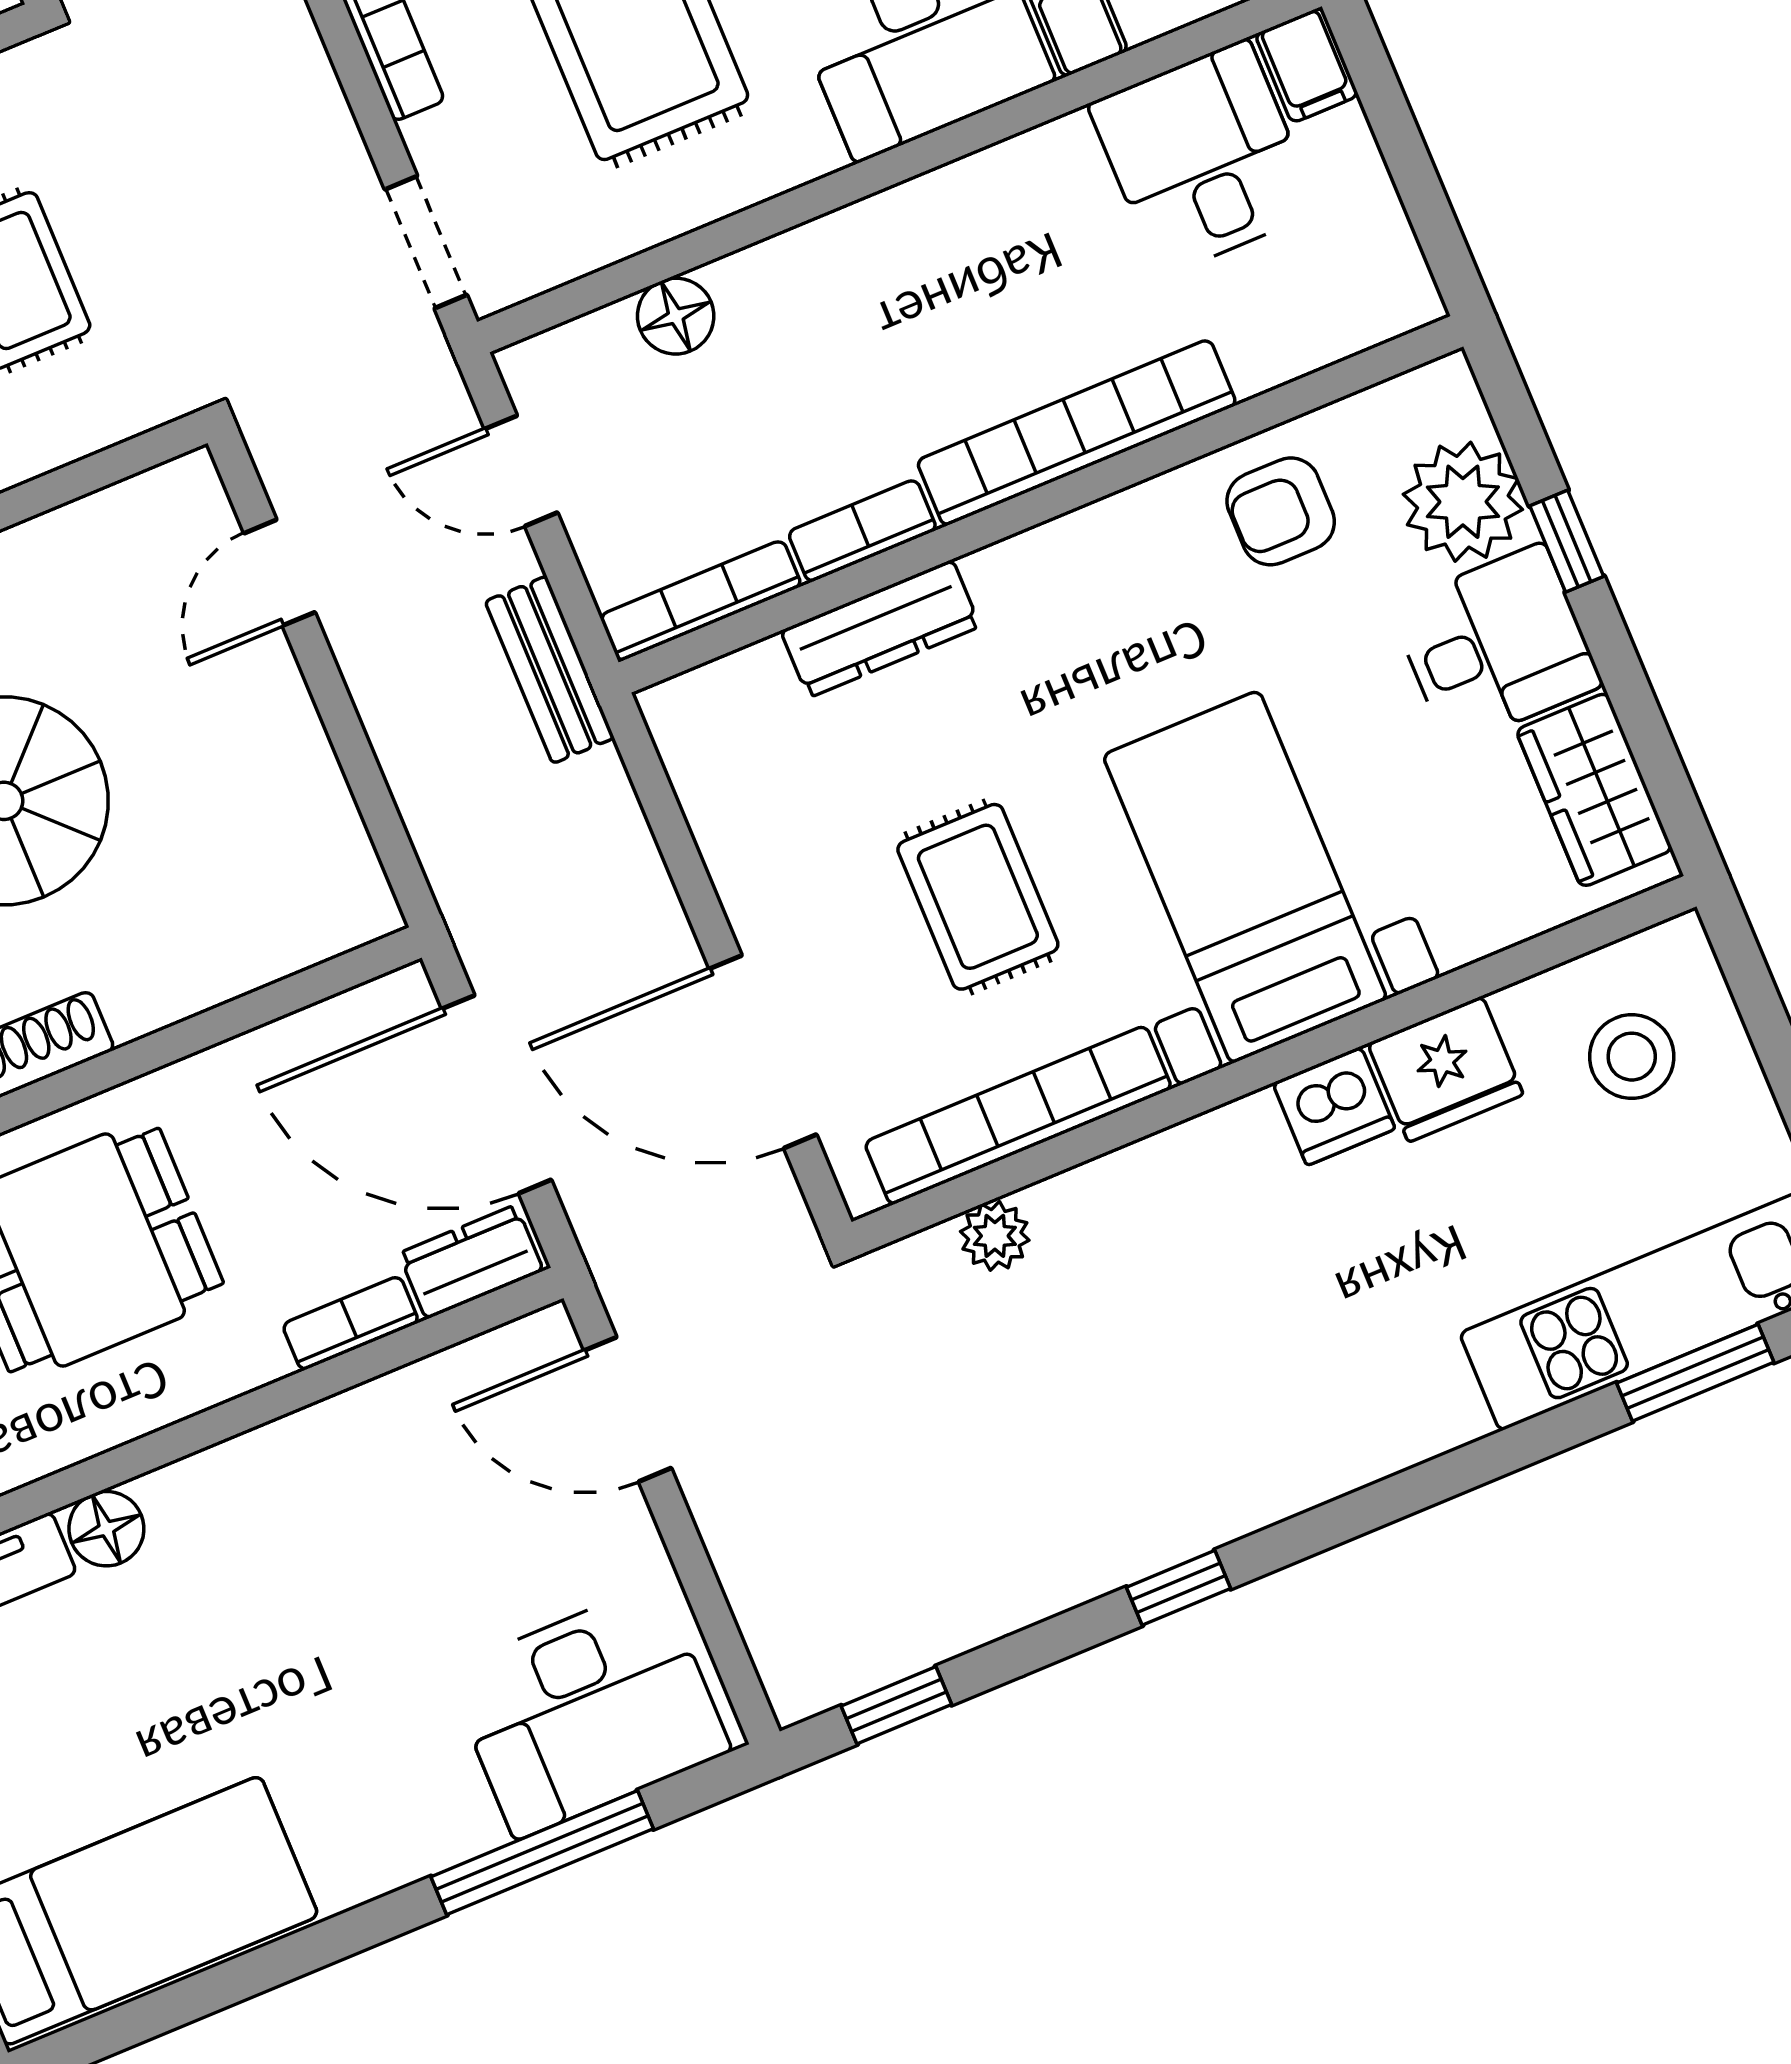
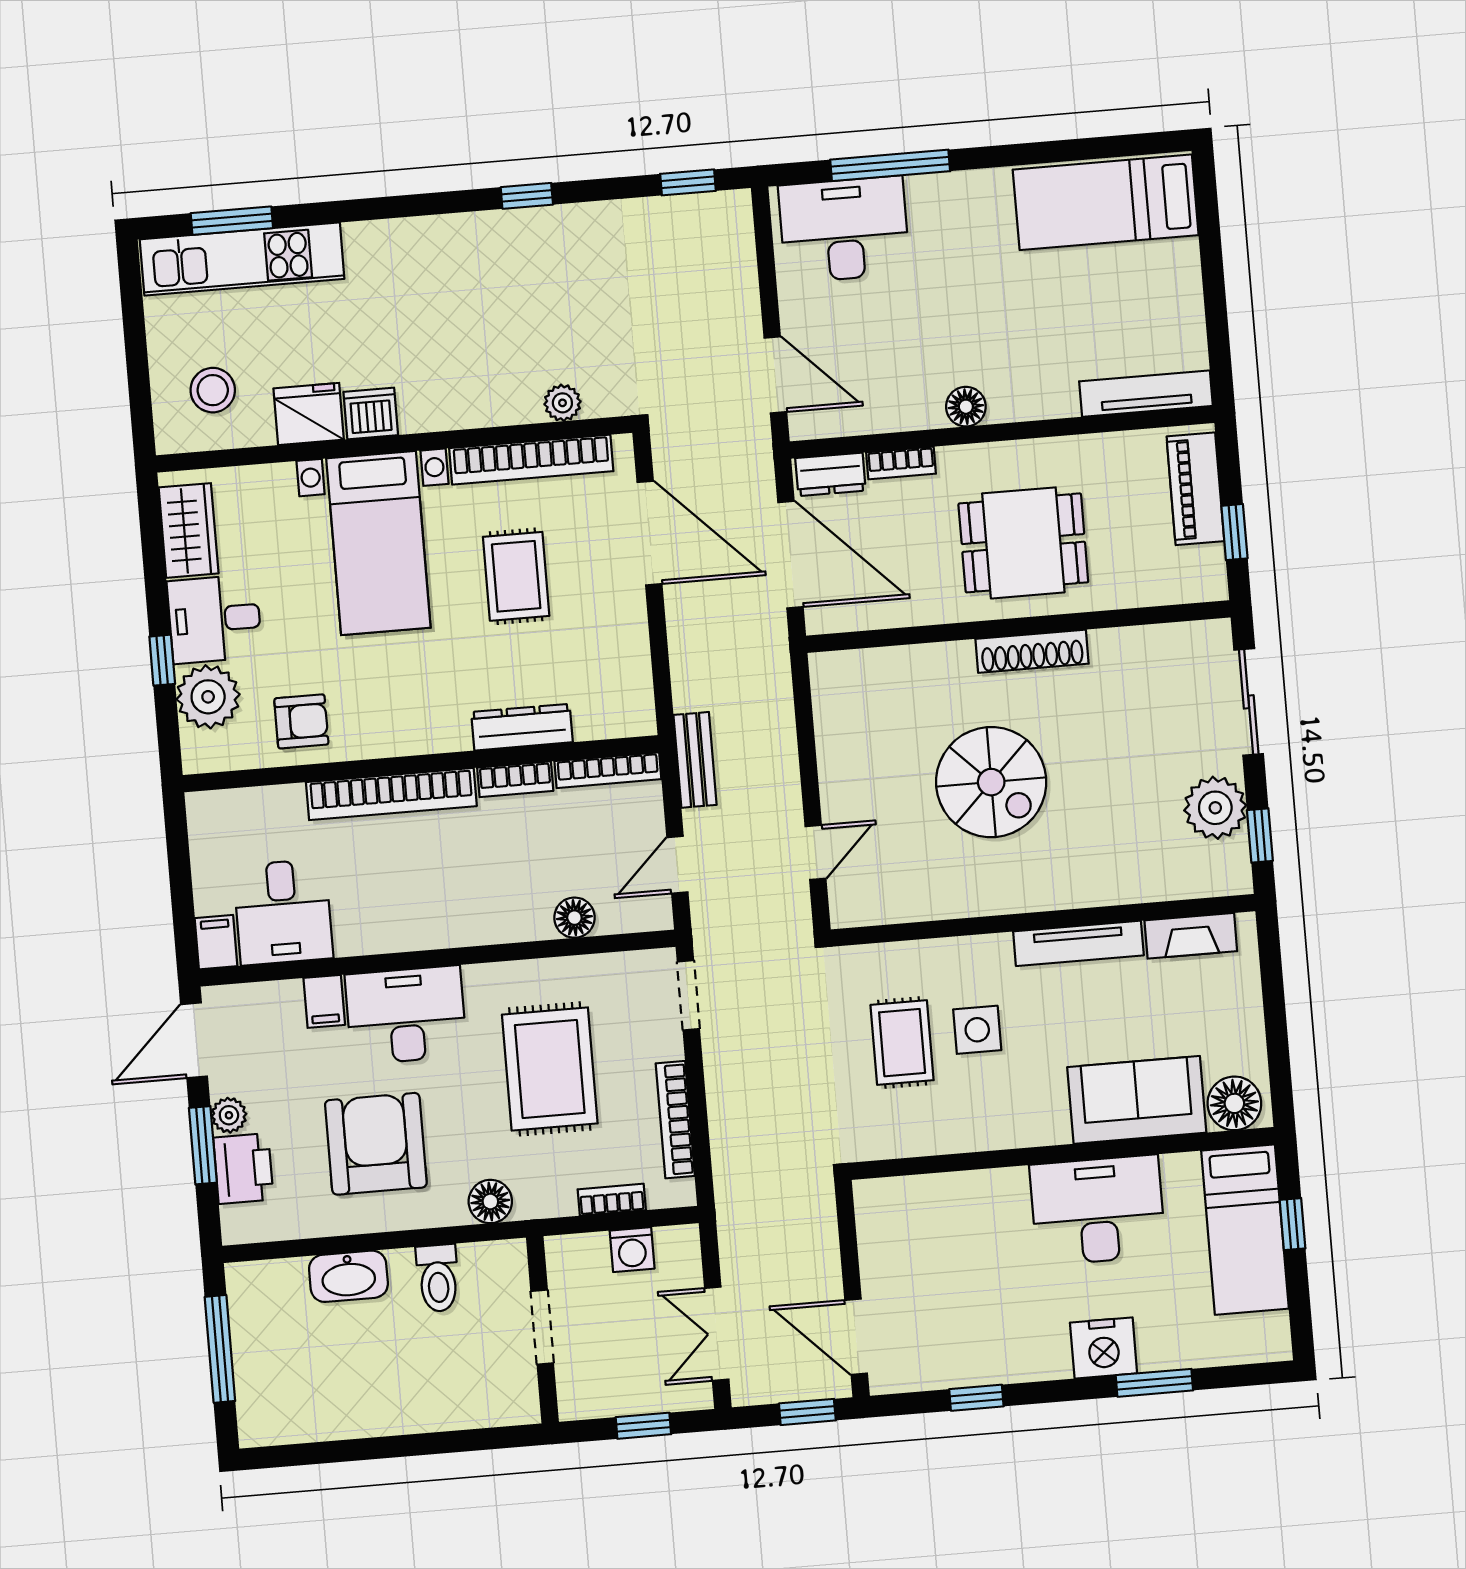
door: (521, 471) -> (677, 865), swing flipped
floor lamp: (106, 1529) -> (966, 407), moved

